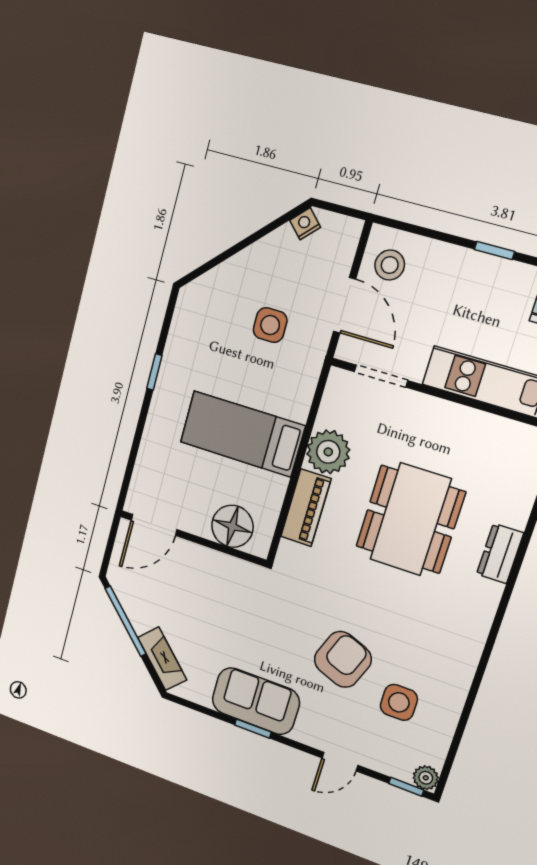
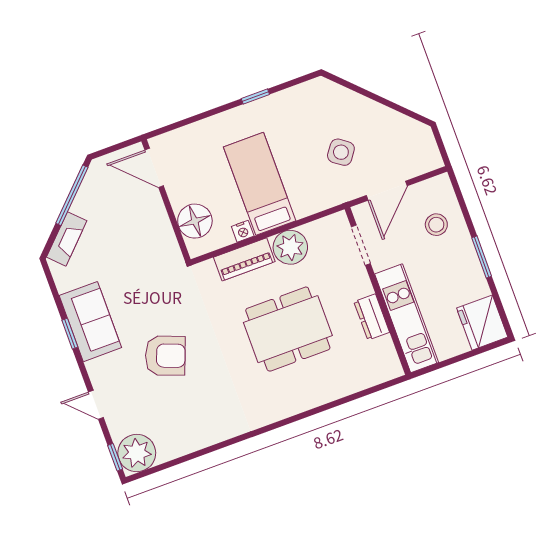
nightstand: (305, 224) -> (243, 231), moved, turned 135
window: (494, 250) -> (482, 257), width x1.50
stool: (390, 265) -> (436, 225), moved
side table: (270, 325) -> (341, 152), turned 36
dresser: (500, 554) -> (372, 317), moved, turned -90
side table: (399, 702) -> (167, 411), removed
plant: (426, 778) -> (137, 453), width x1.88, depth x1.88

